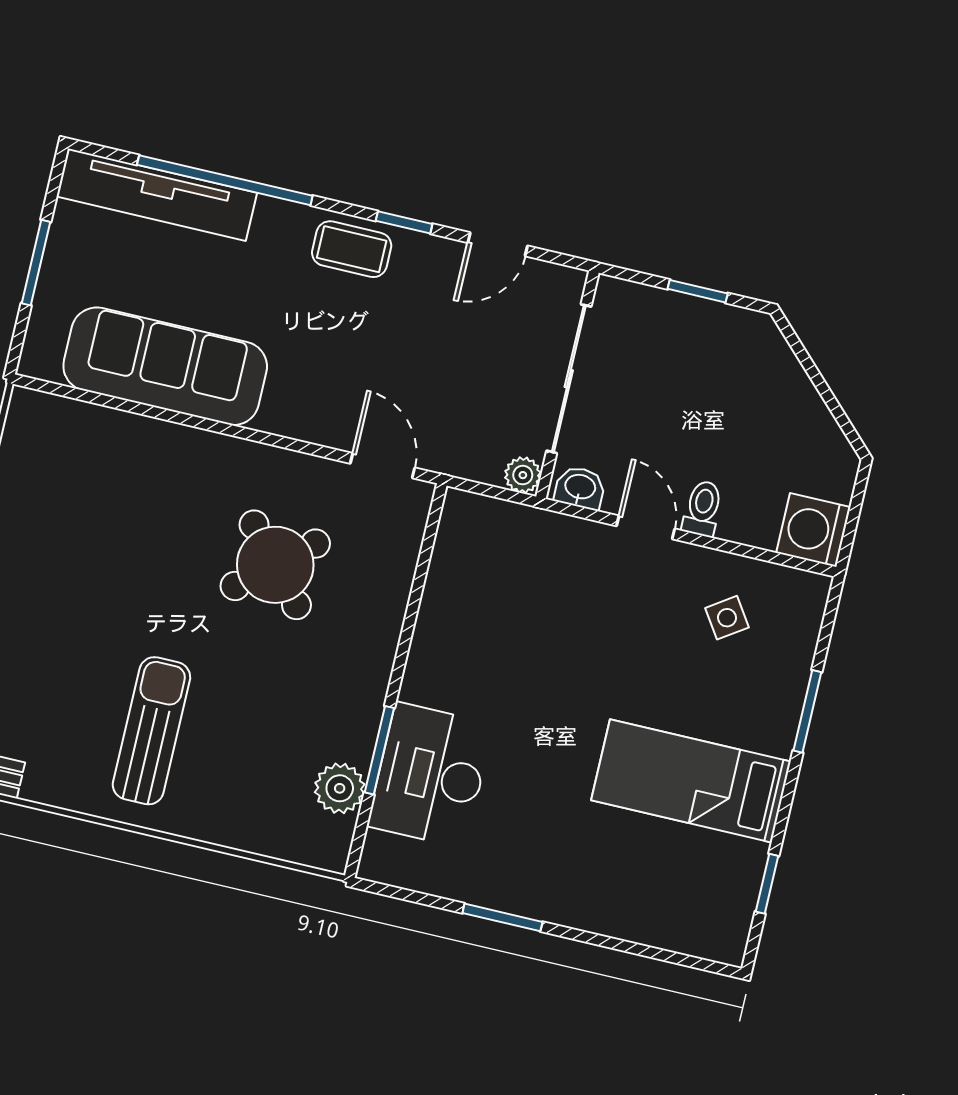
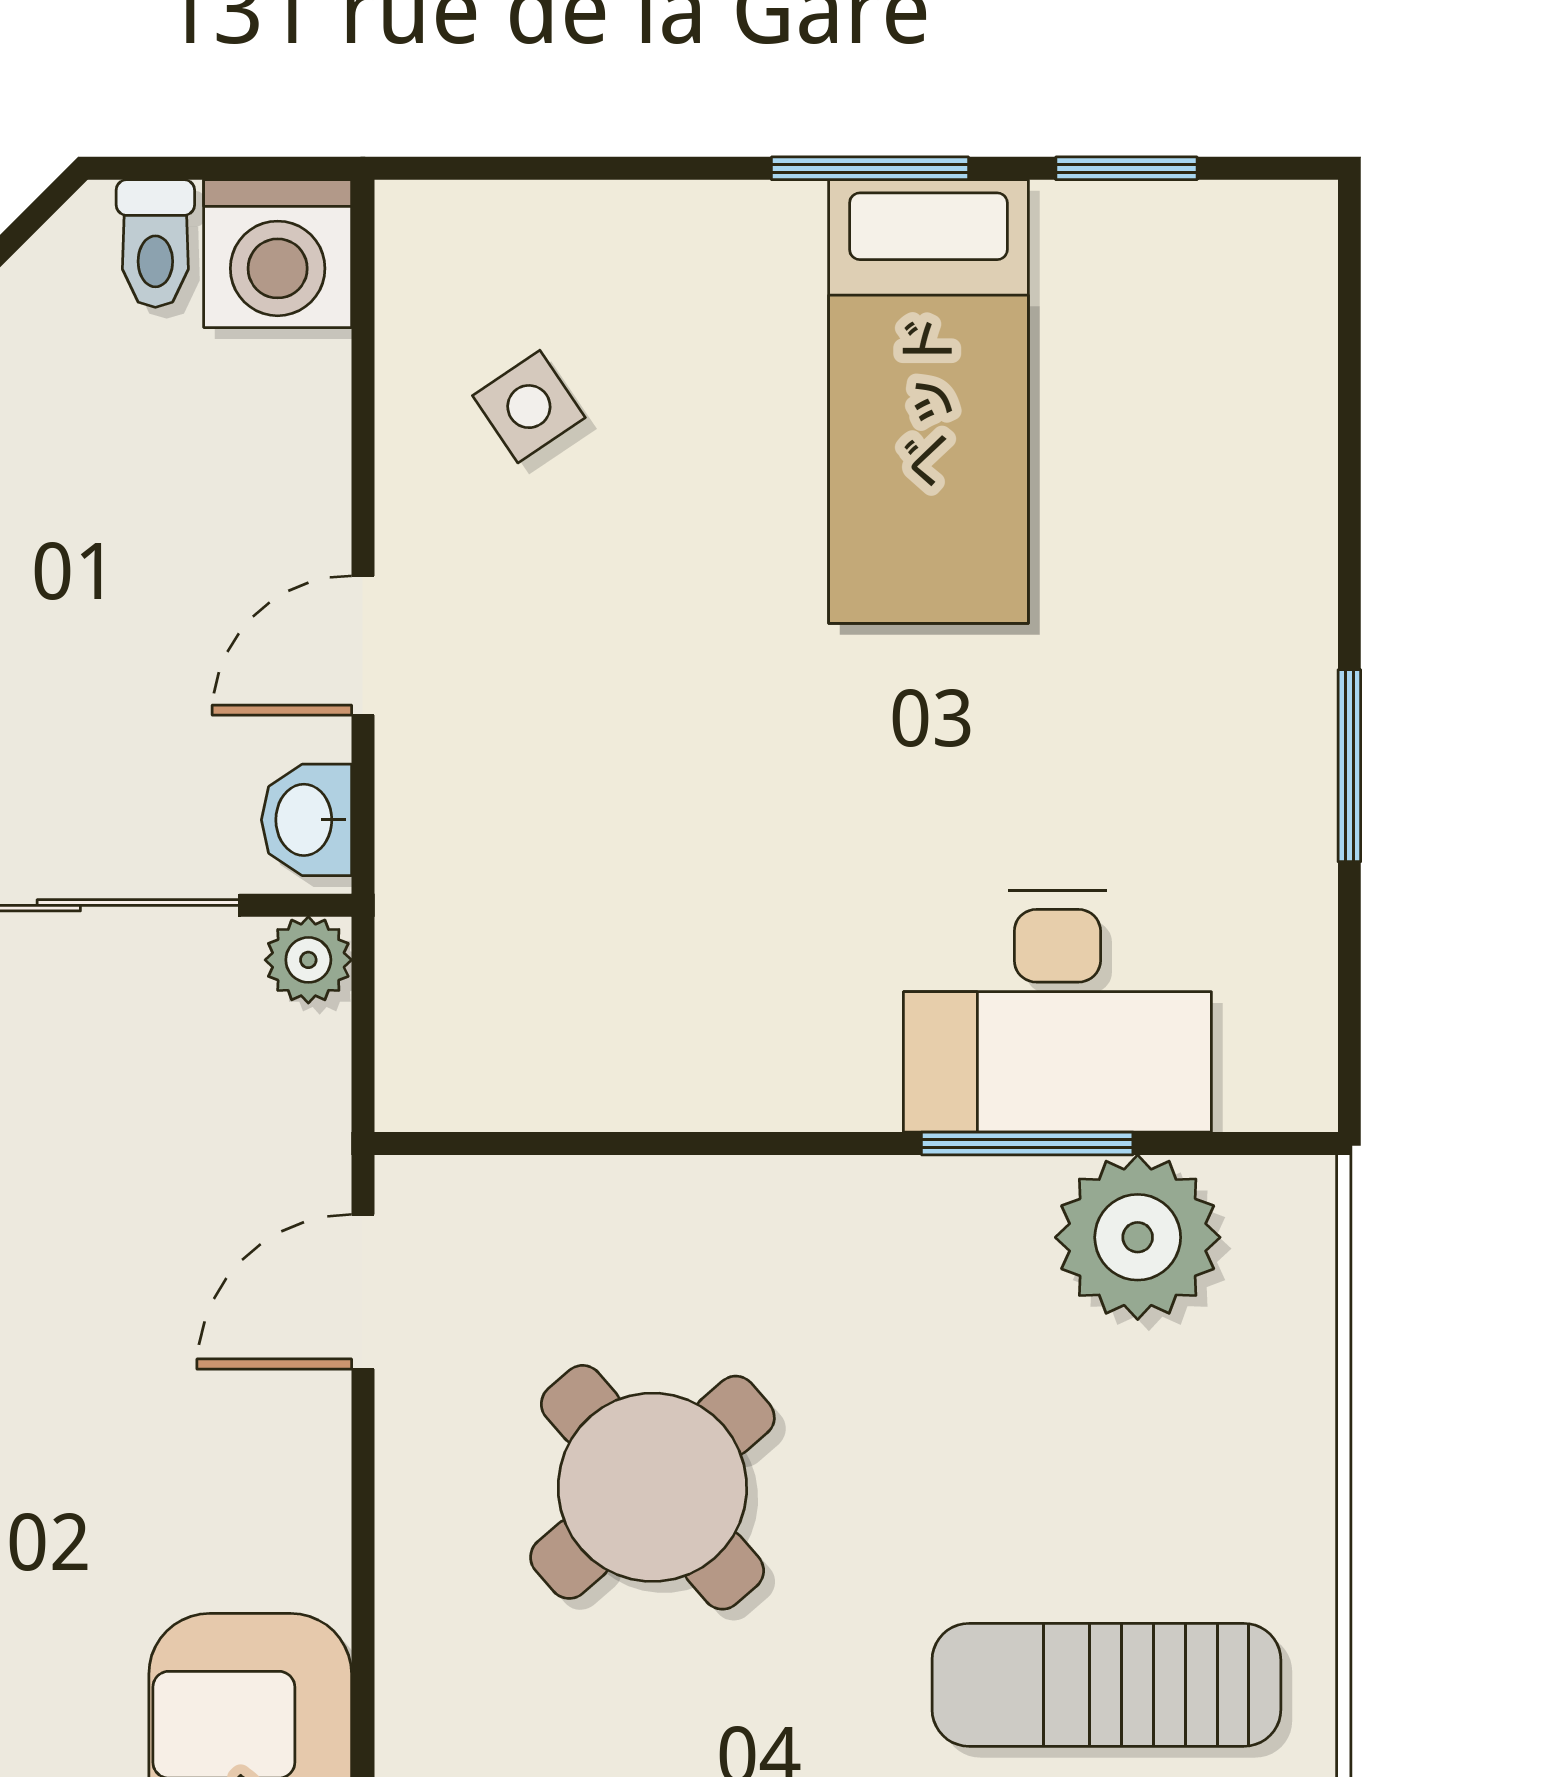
toilet: (703, 508) -> (155, 243), moved, turned -90
window: (807, 711) -> (870, 168), moved
plant: (340, 788) -> (1138, 1237), width x1.36, depth x1.36

